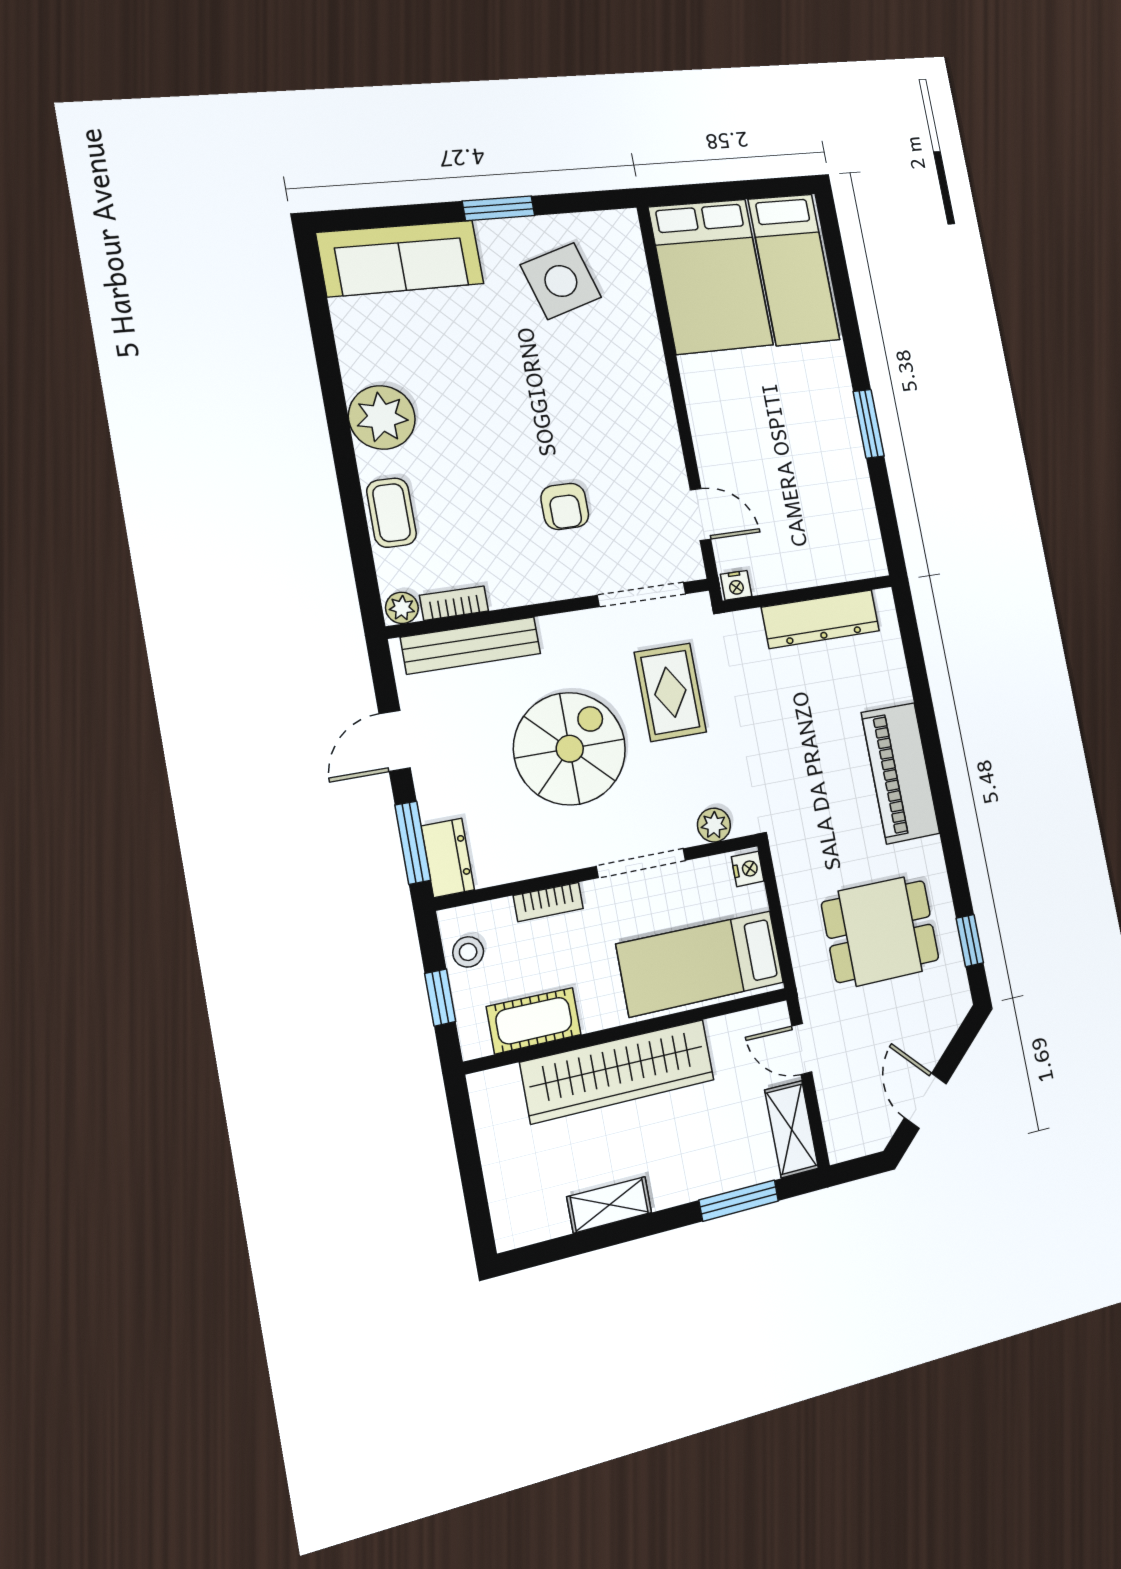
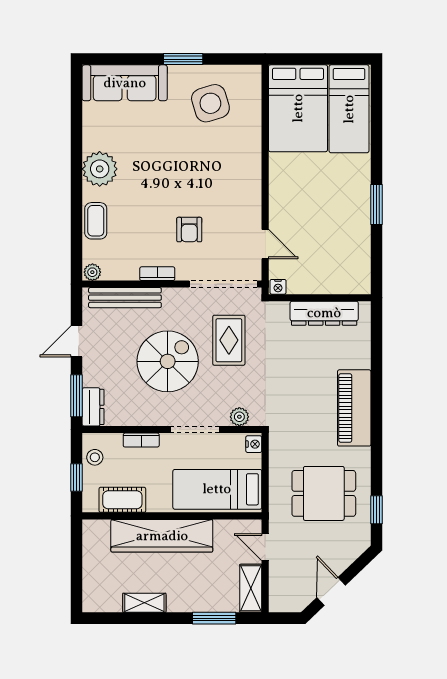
doorway: (642, 595) -> (223, 284), width x1.36
bookcase: (454, 603) -> (157, 274), moved

